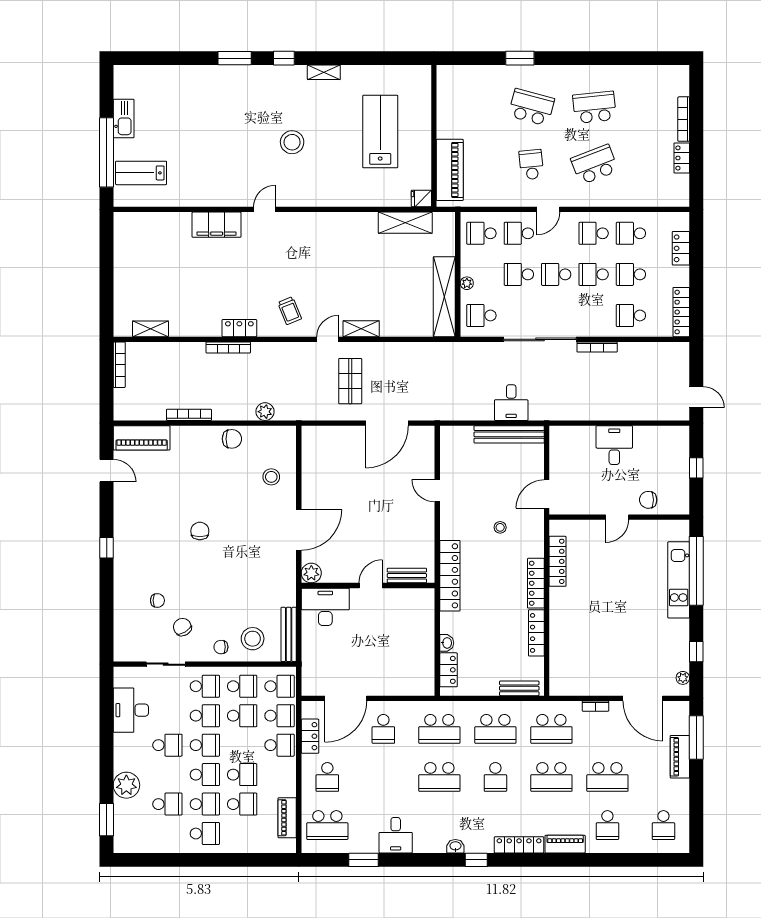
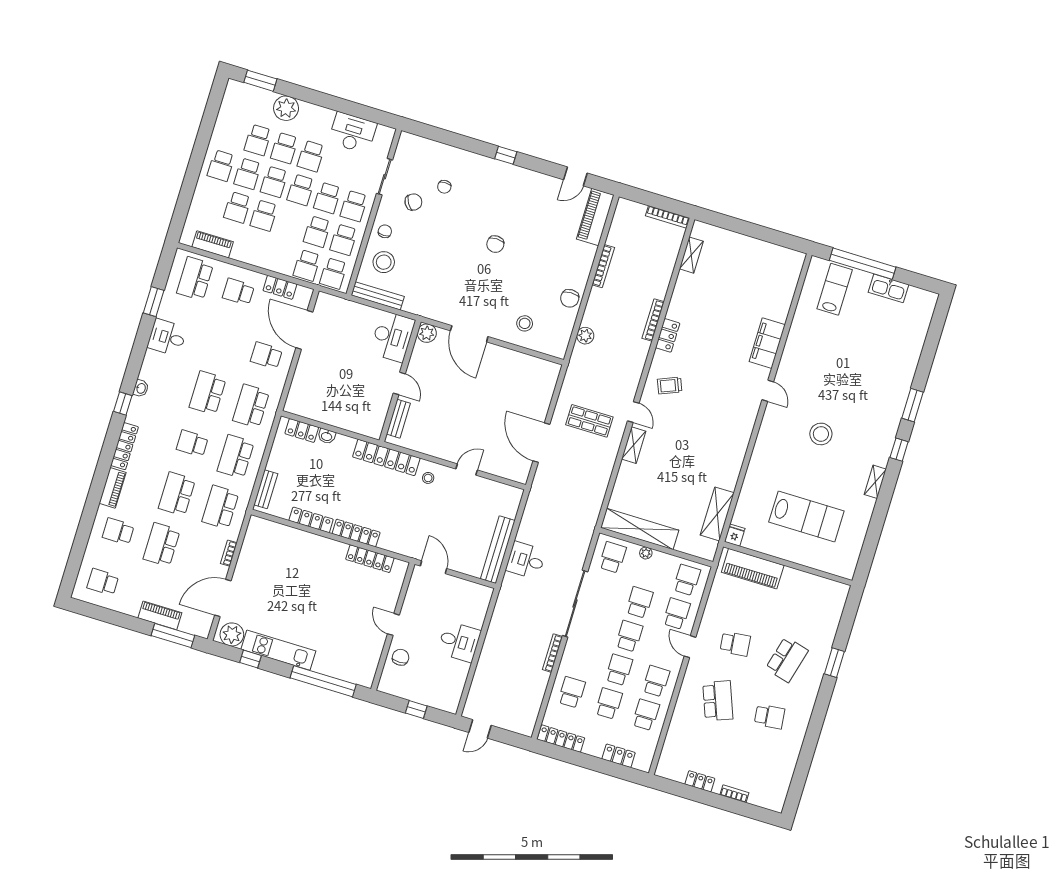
school desk: (594, 107) -> (770, 716), width x0.54
bookcase: (684, 119) -> (734, 794), width x0.64
stool: (500, 527) -> (428, 478), moved
chair: (200, 531) -> (495, 244), turned 90
kitchen unit: (679, 580) -> (278, 650), moved
plant: (683, 678) -> (232, 634), width x1.88, depth x1.88
school desk: (280, 745) -> (284, 148), moved

